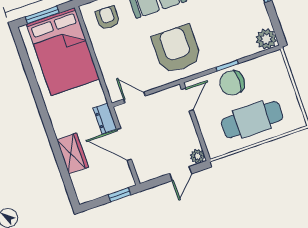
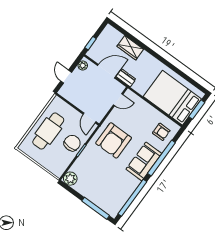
armchair: (177, 49) -> (114, 140), turned 90
plant: (198, 156) -> (83, 66), moved

